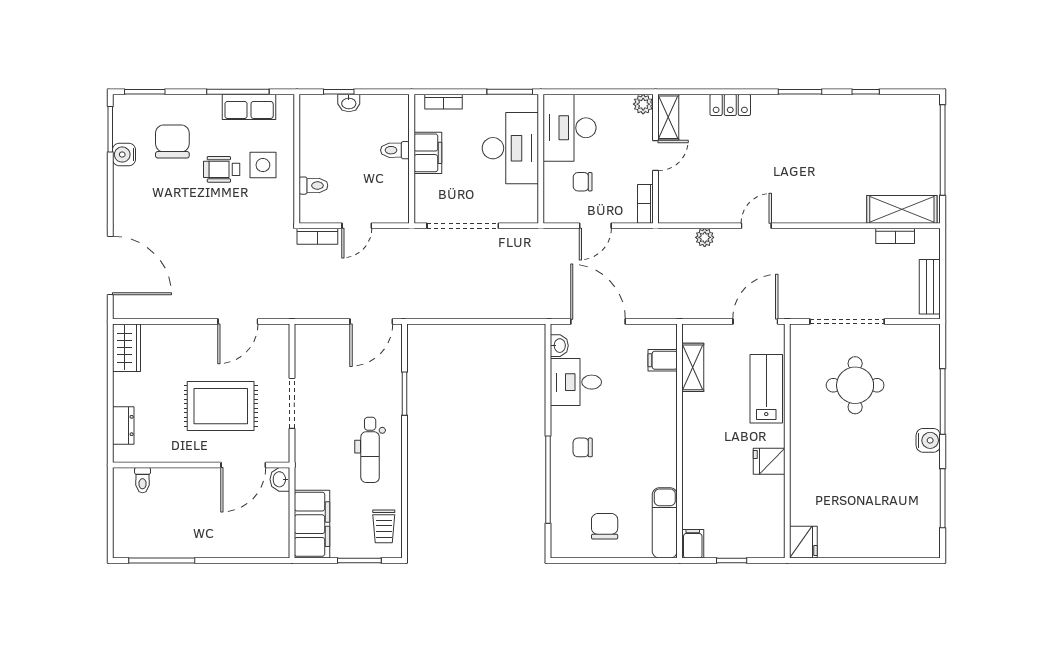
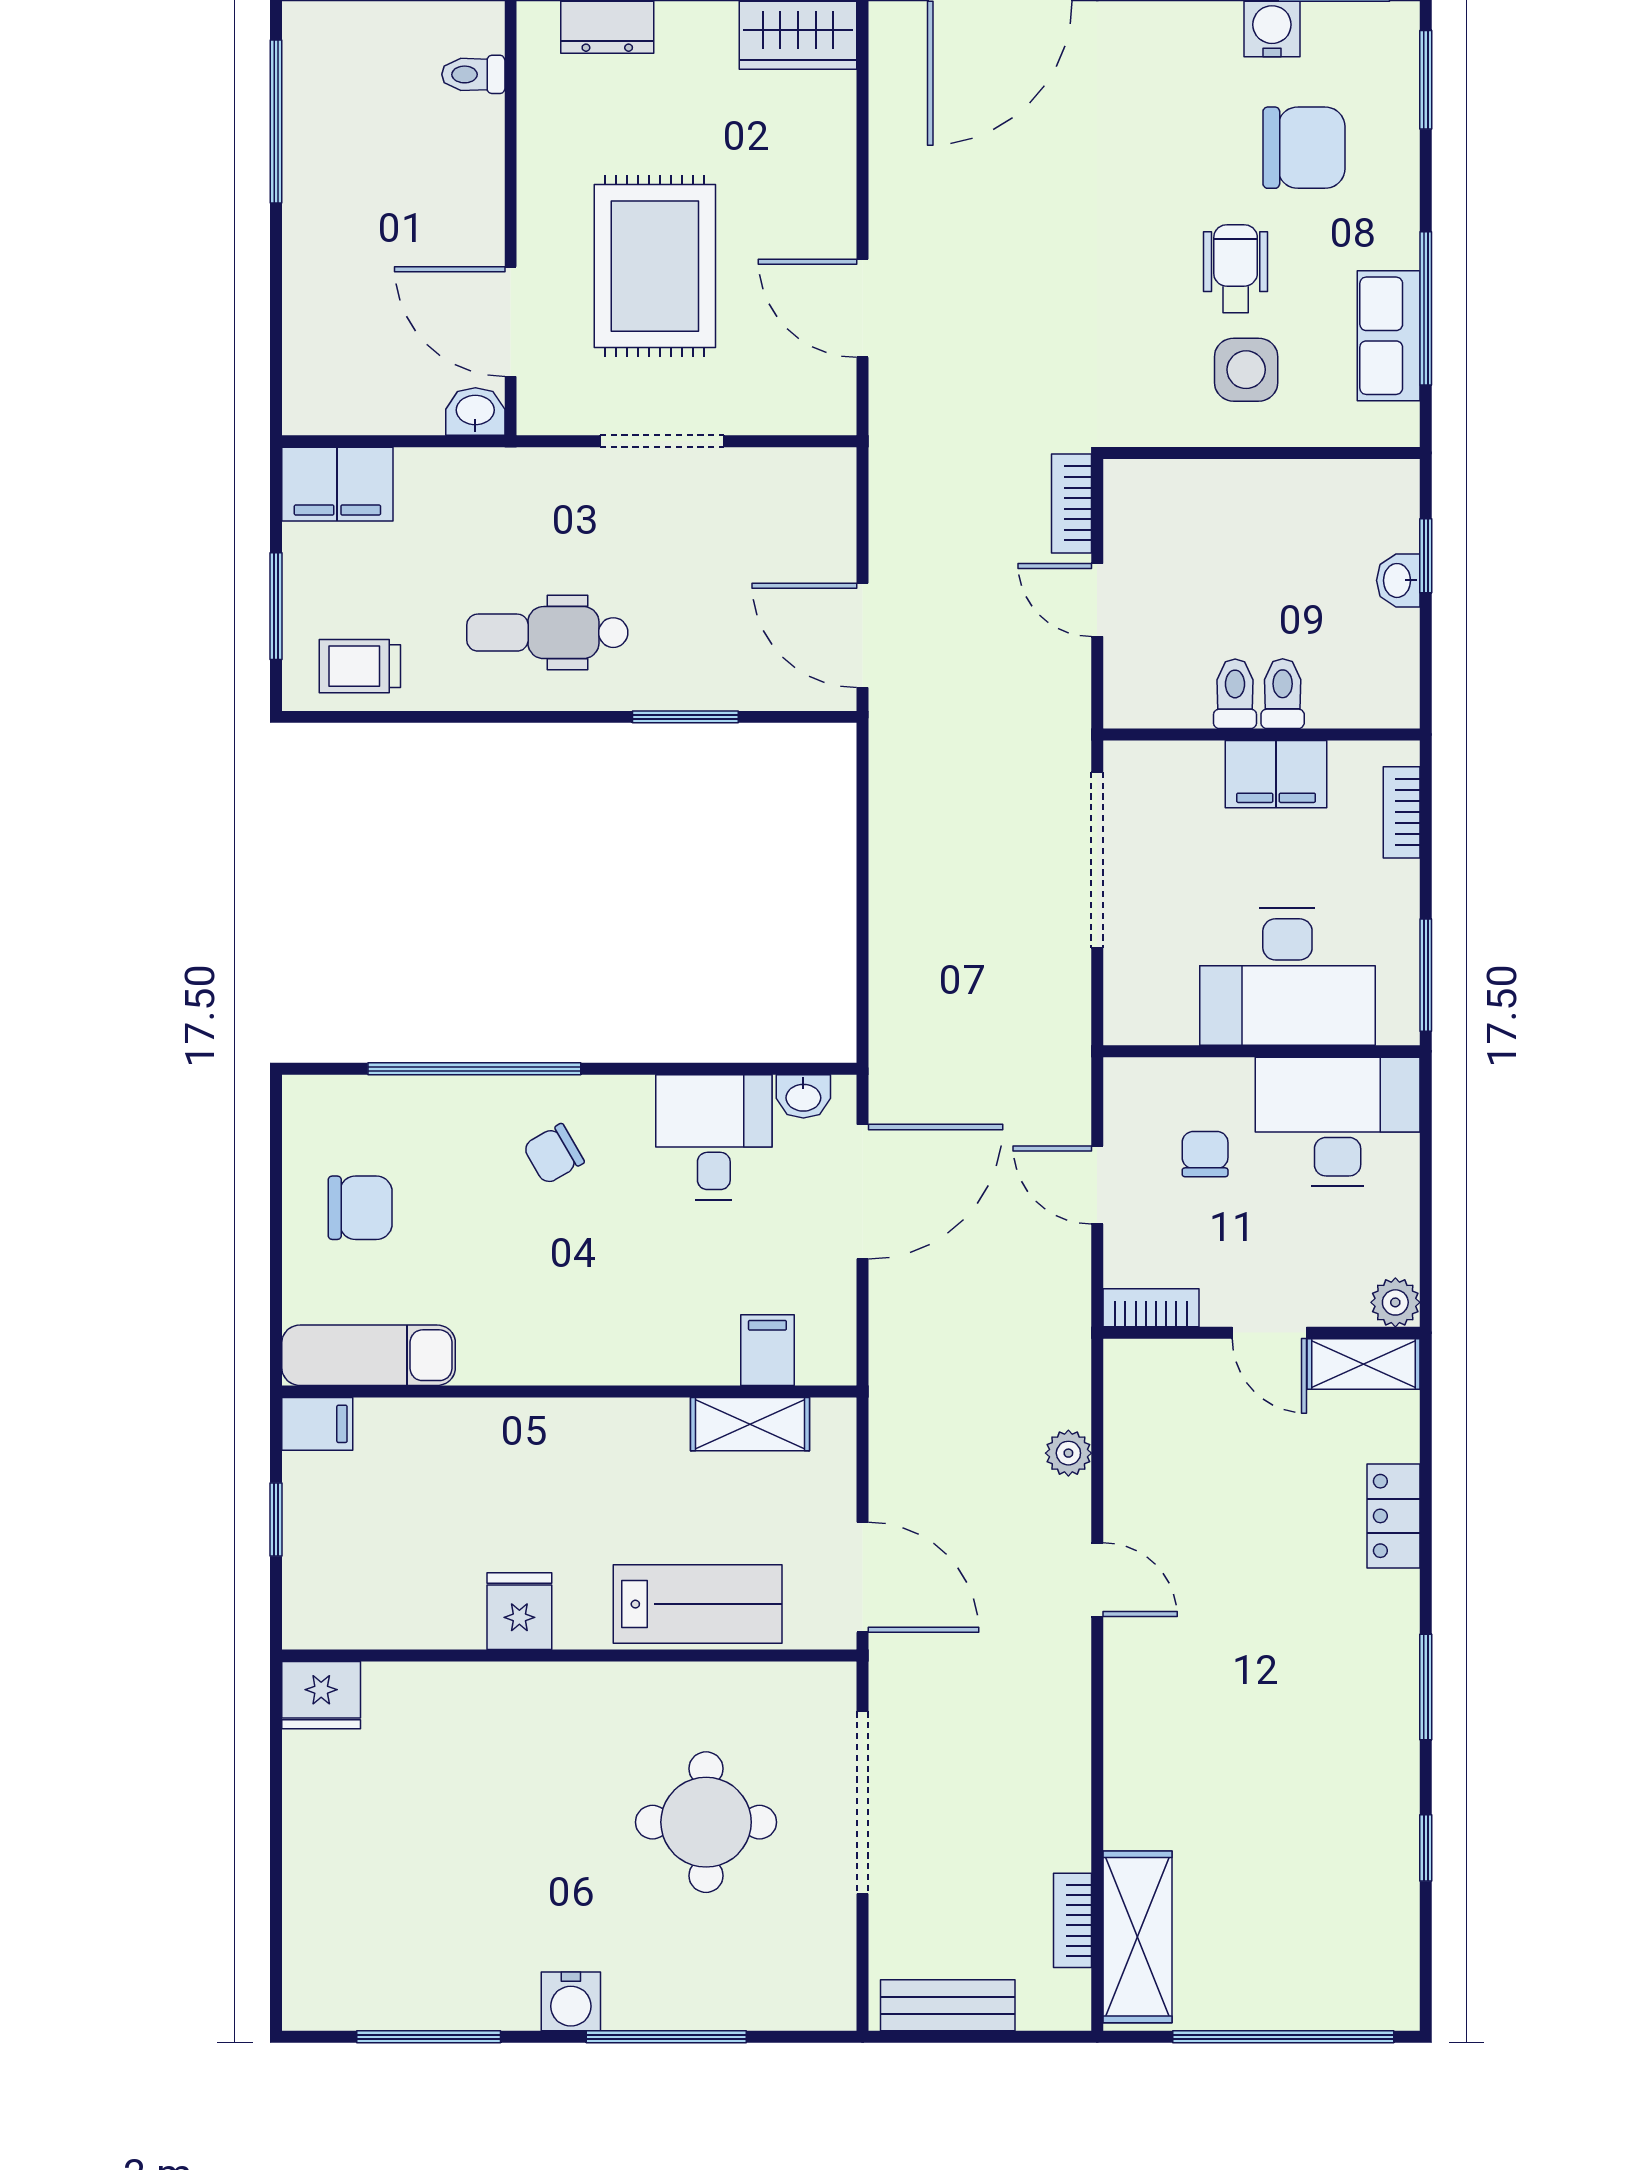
toilet: (313, 186) -> (1235, 694), moved, turned 180
chair: (583, 447) -> (554, 1154), turned -120
filing cabinet: (312, 524) -> (337, 484), width x0.67, depth x0.86

